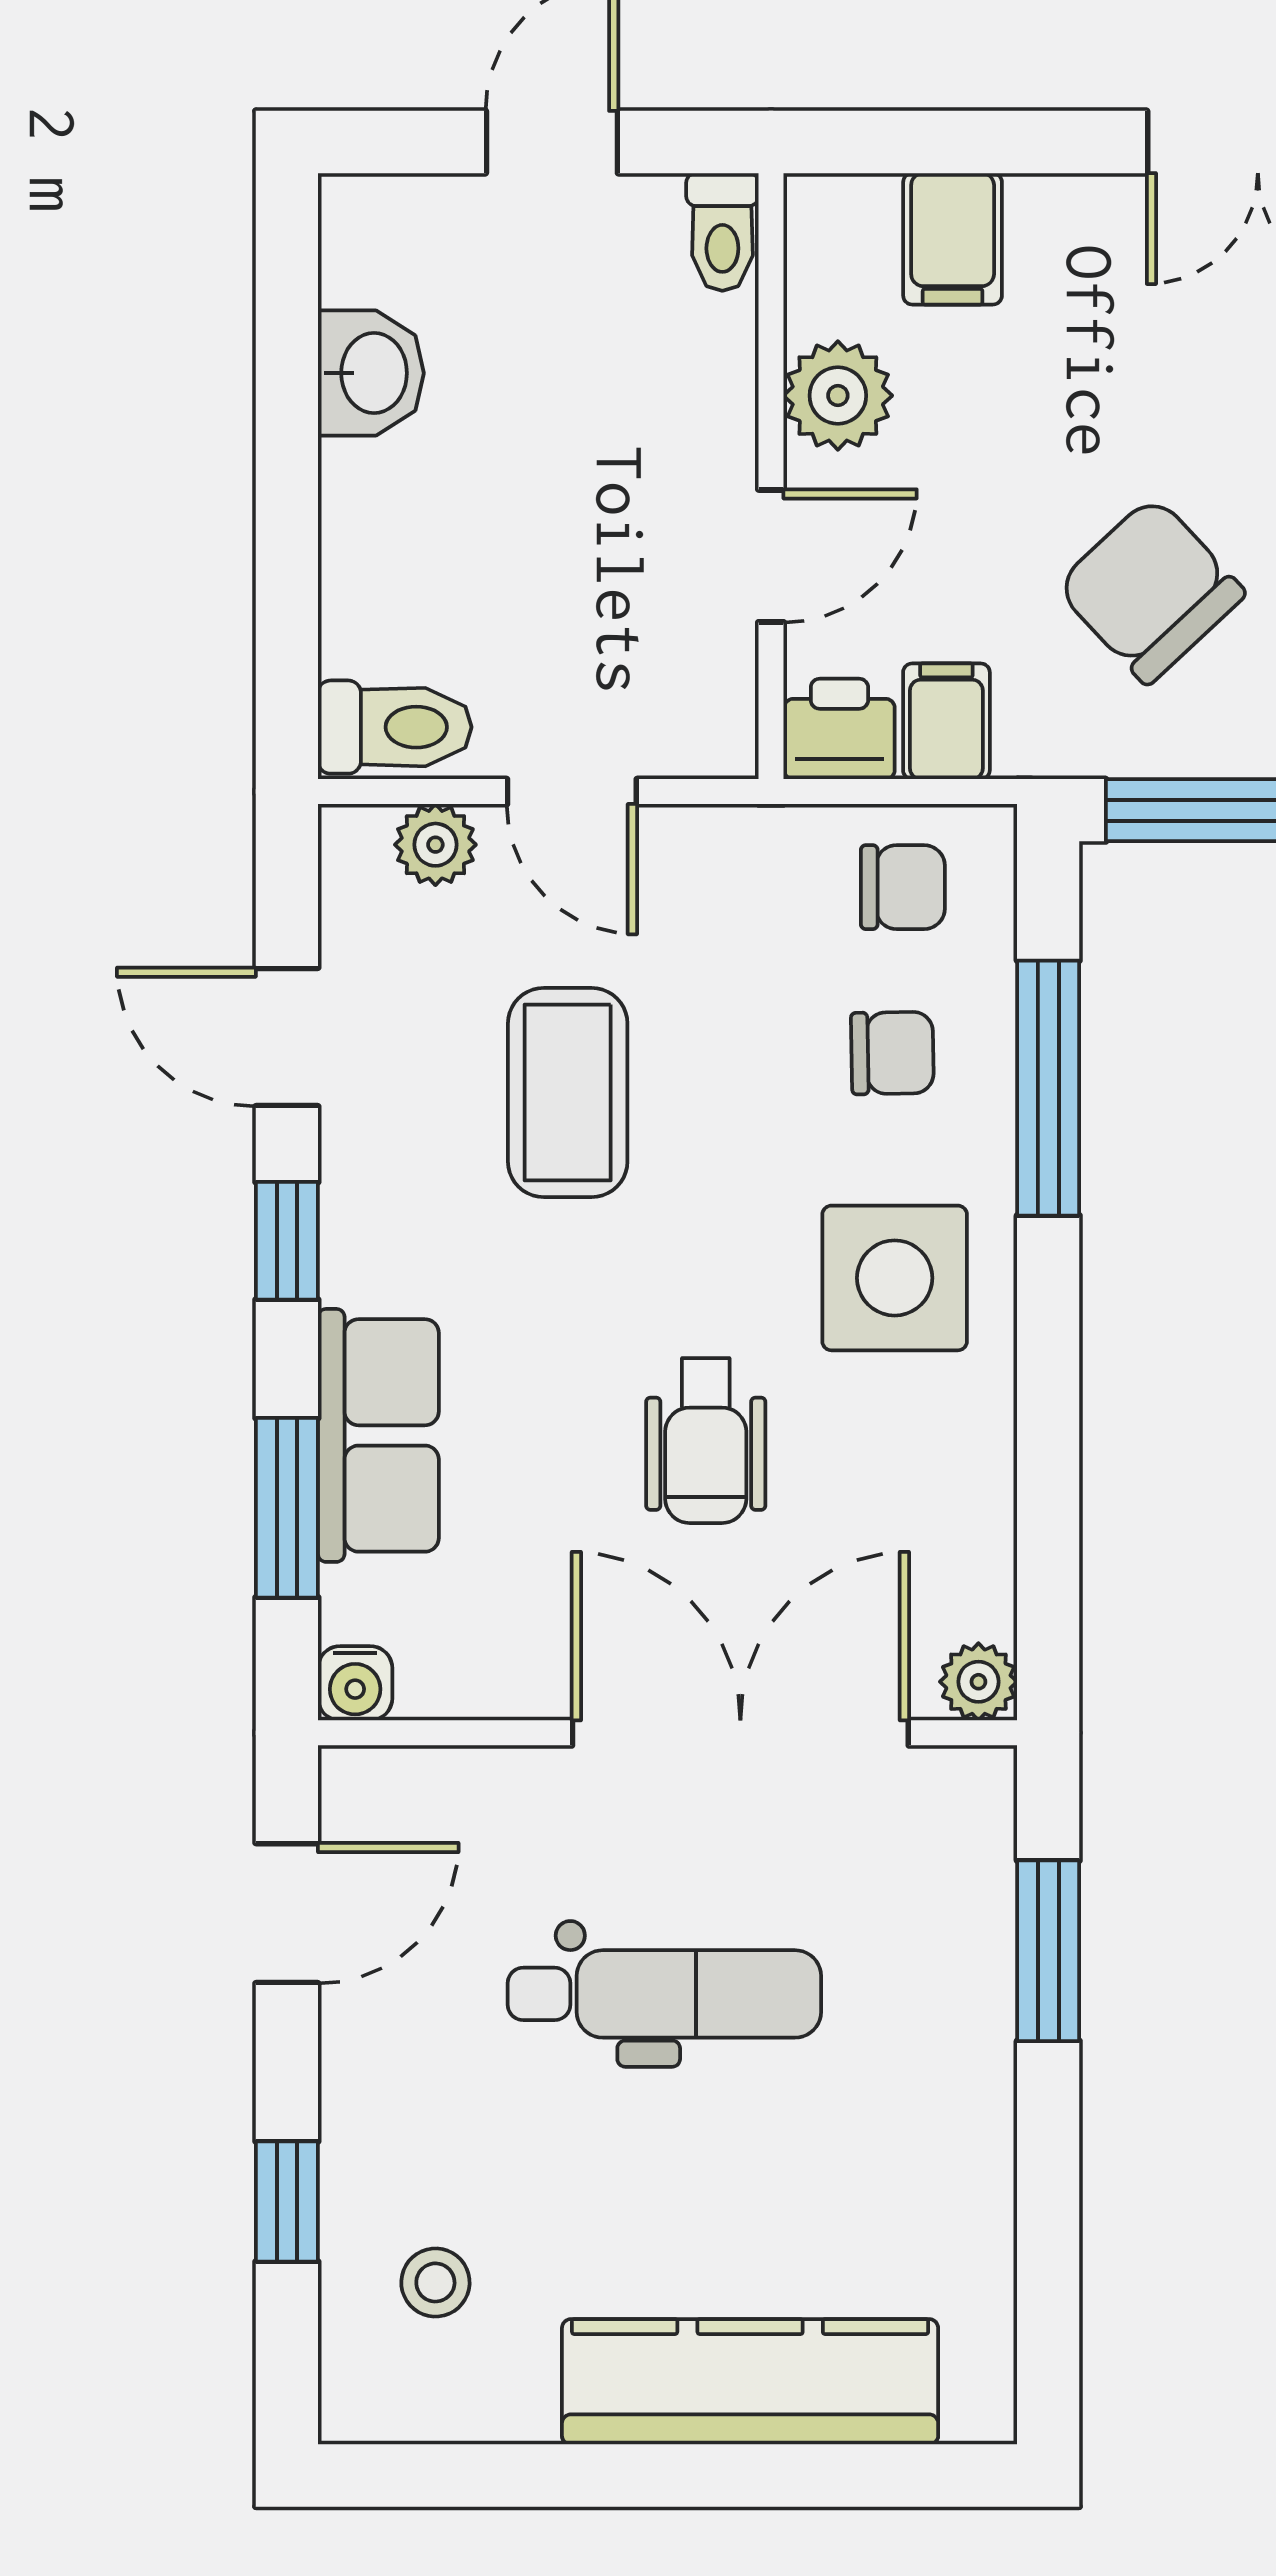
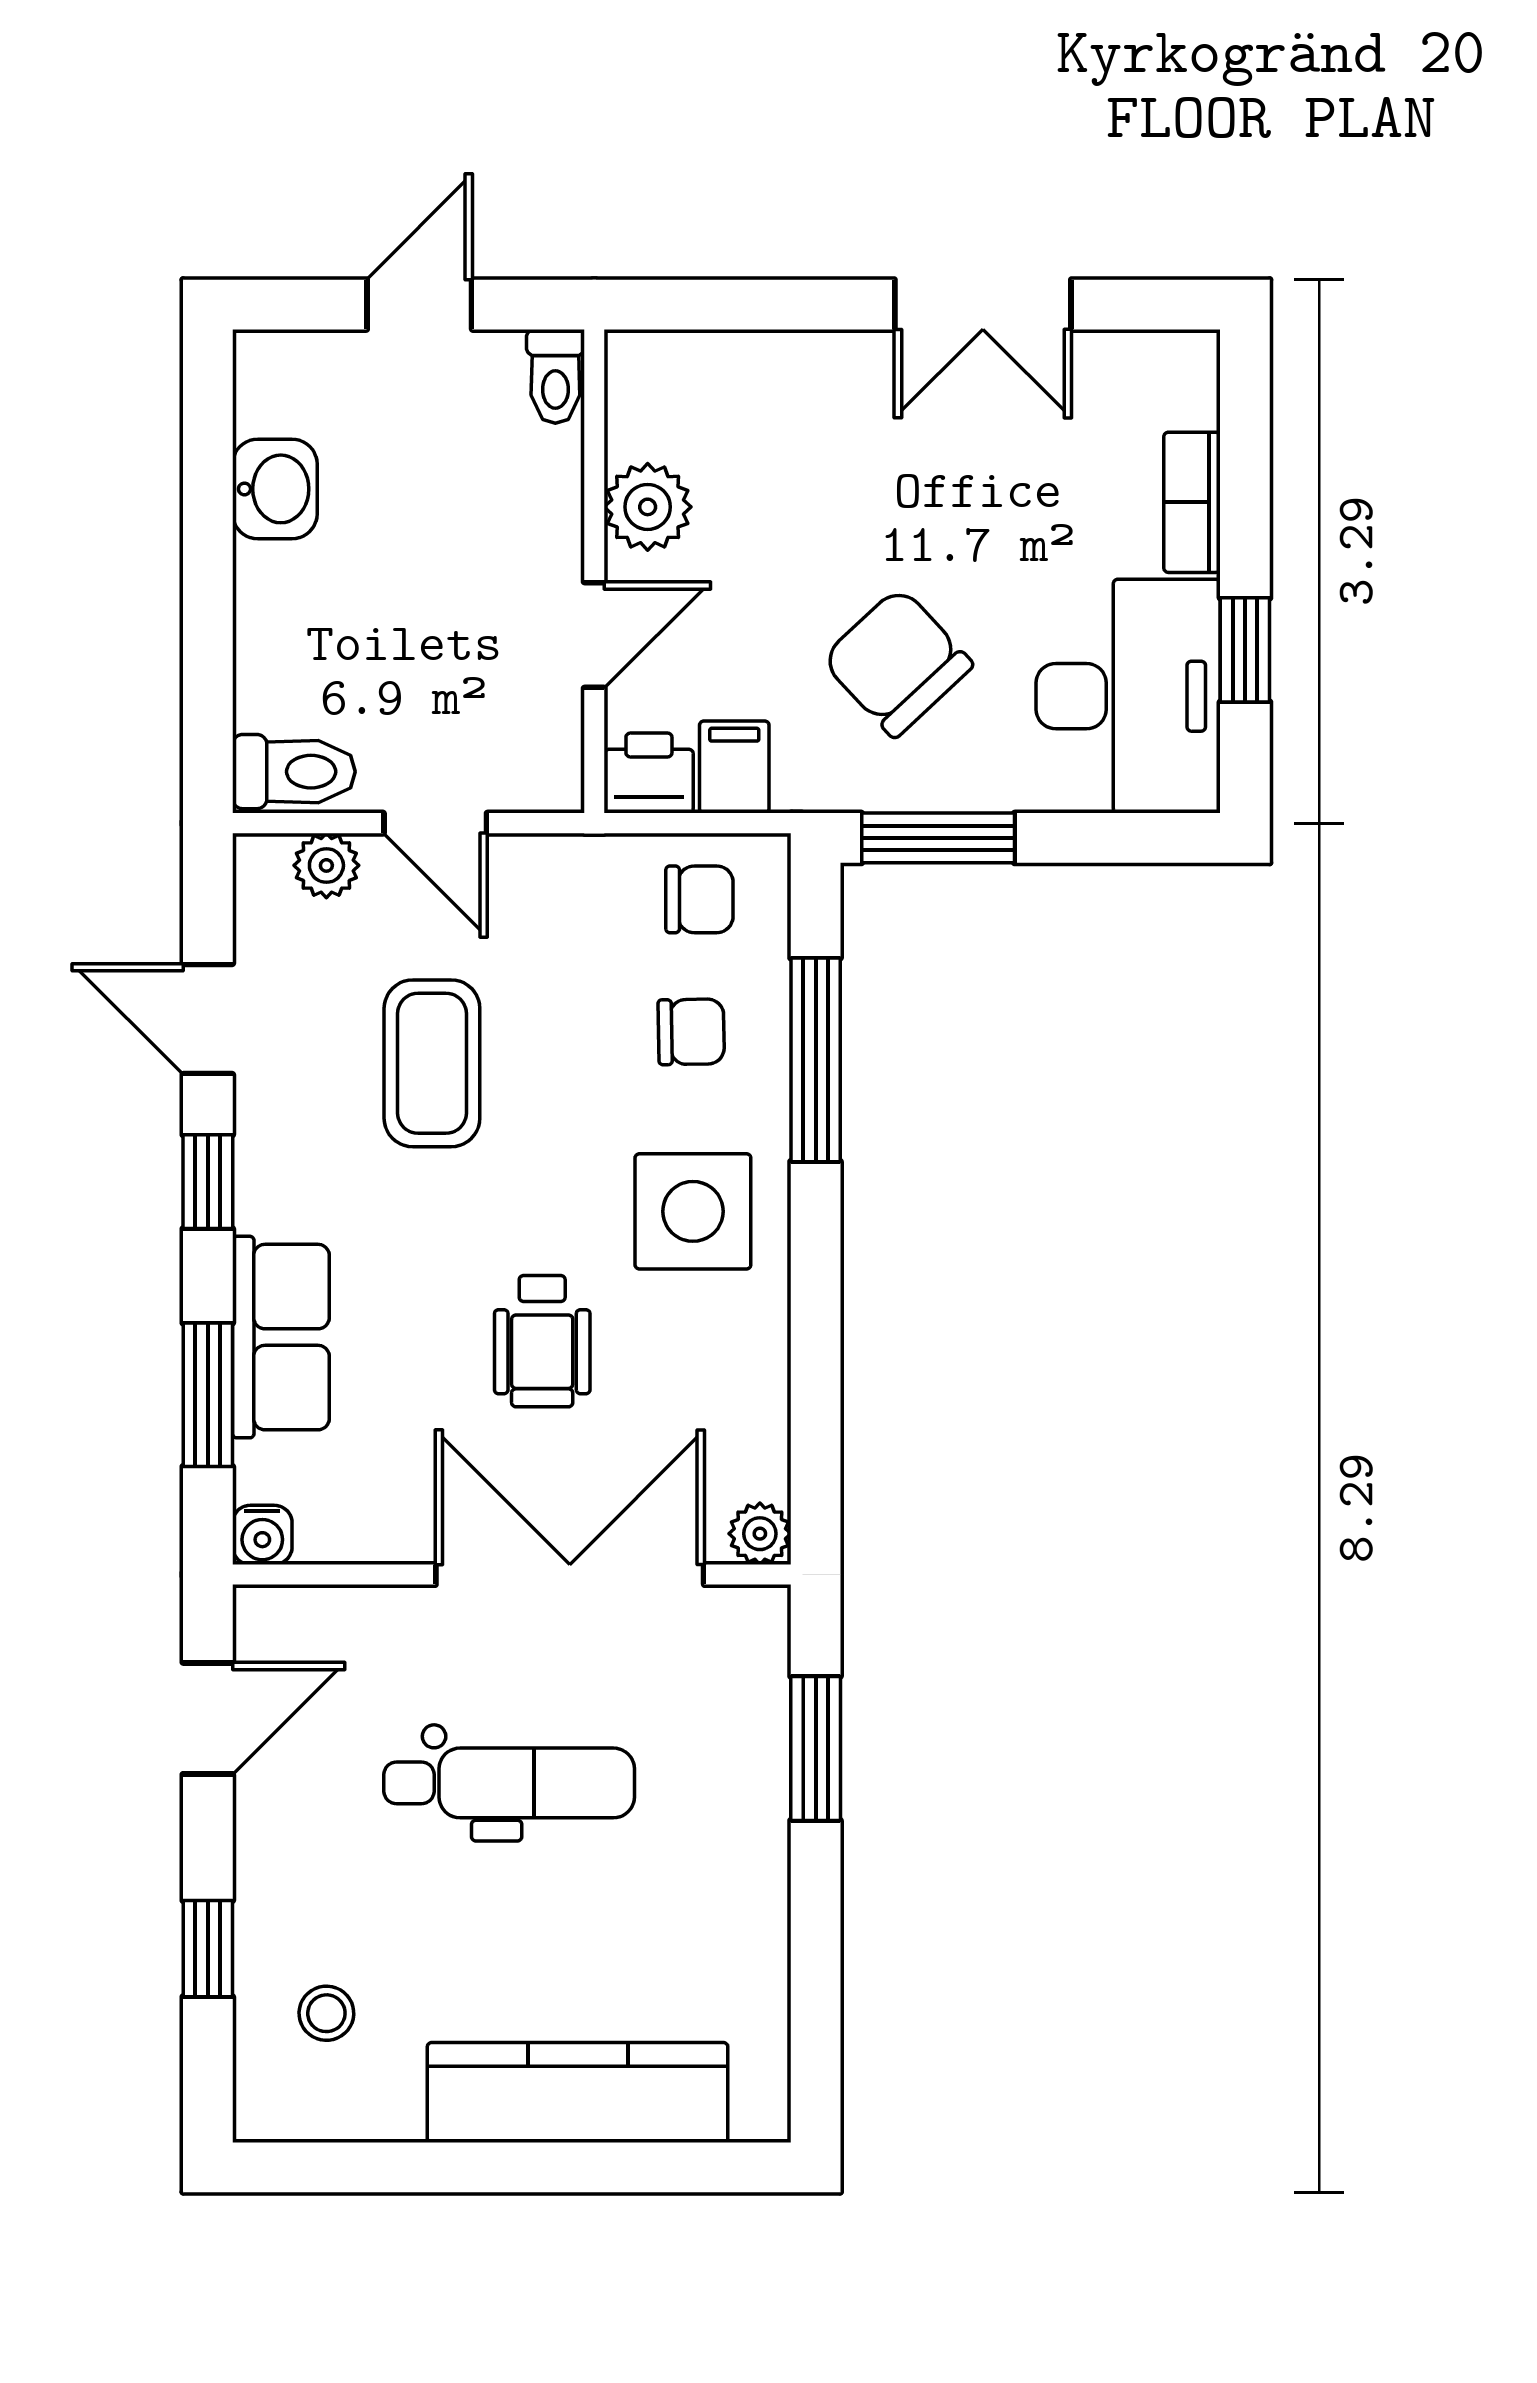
filing cabinet: (953, 239) -> (739, 382), removed

